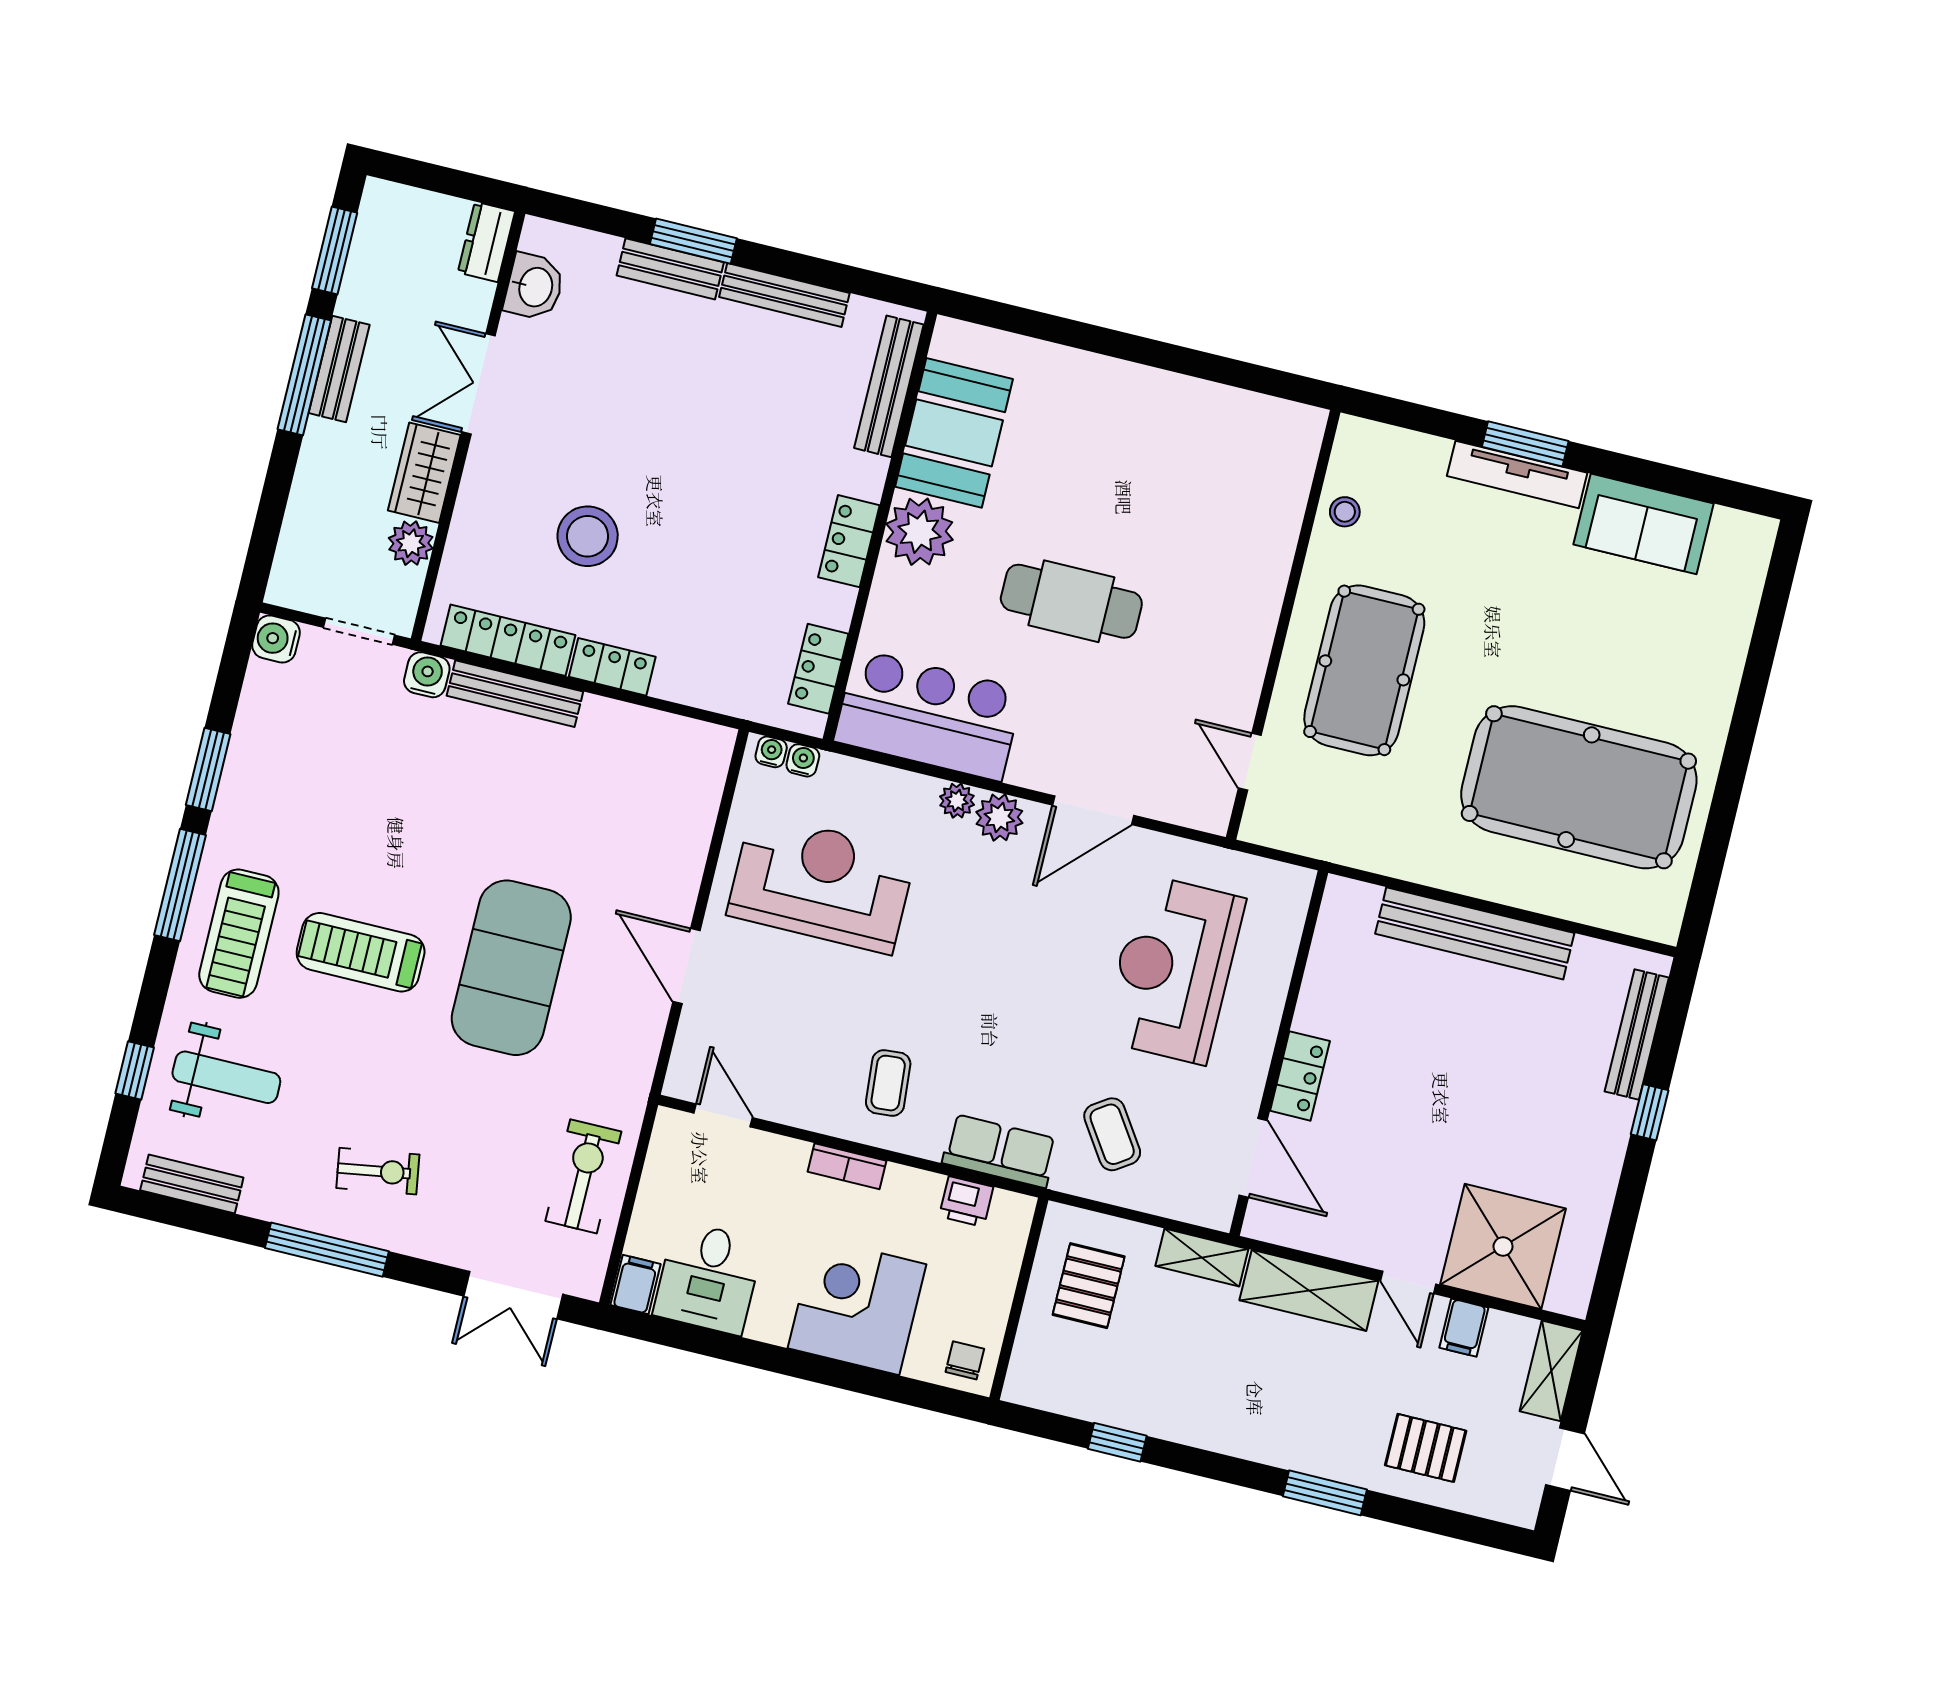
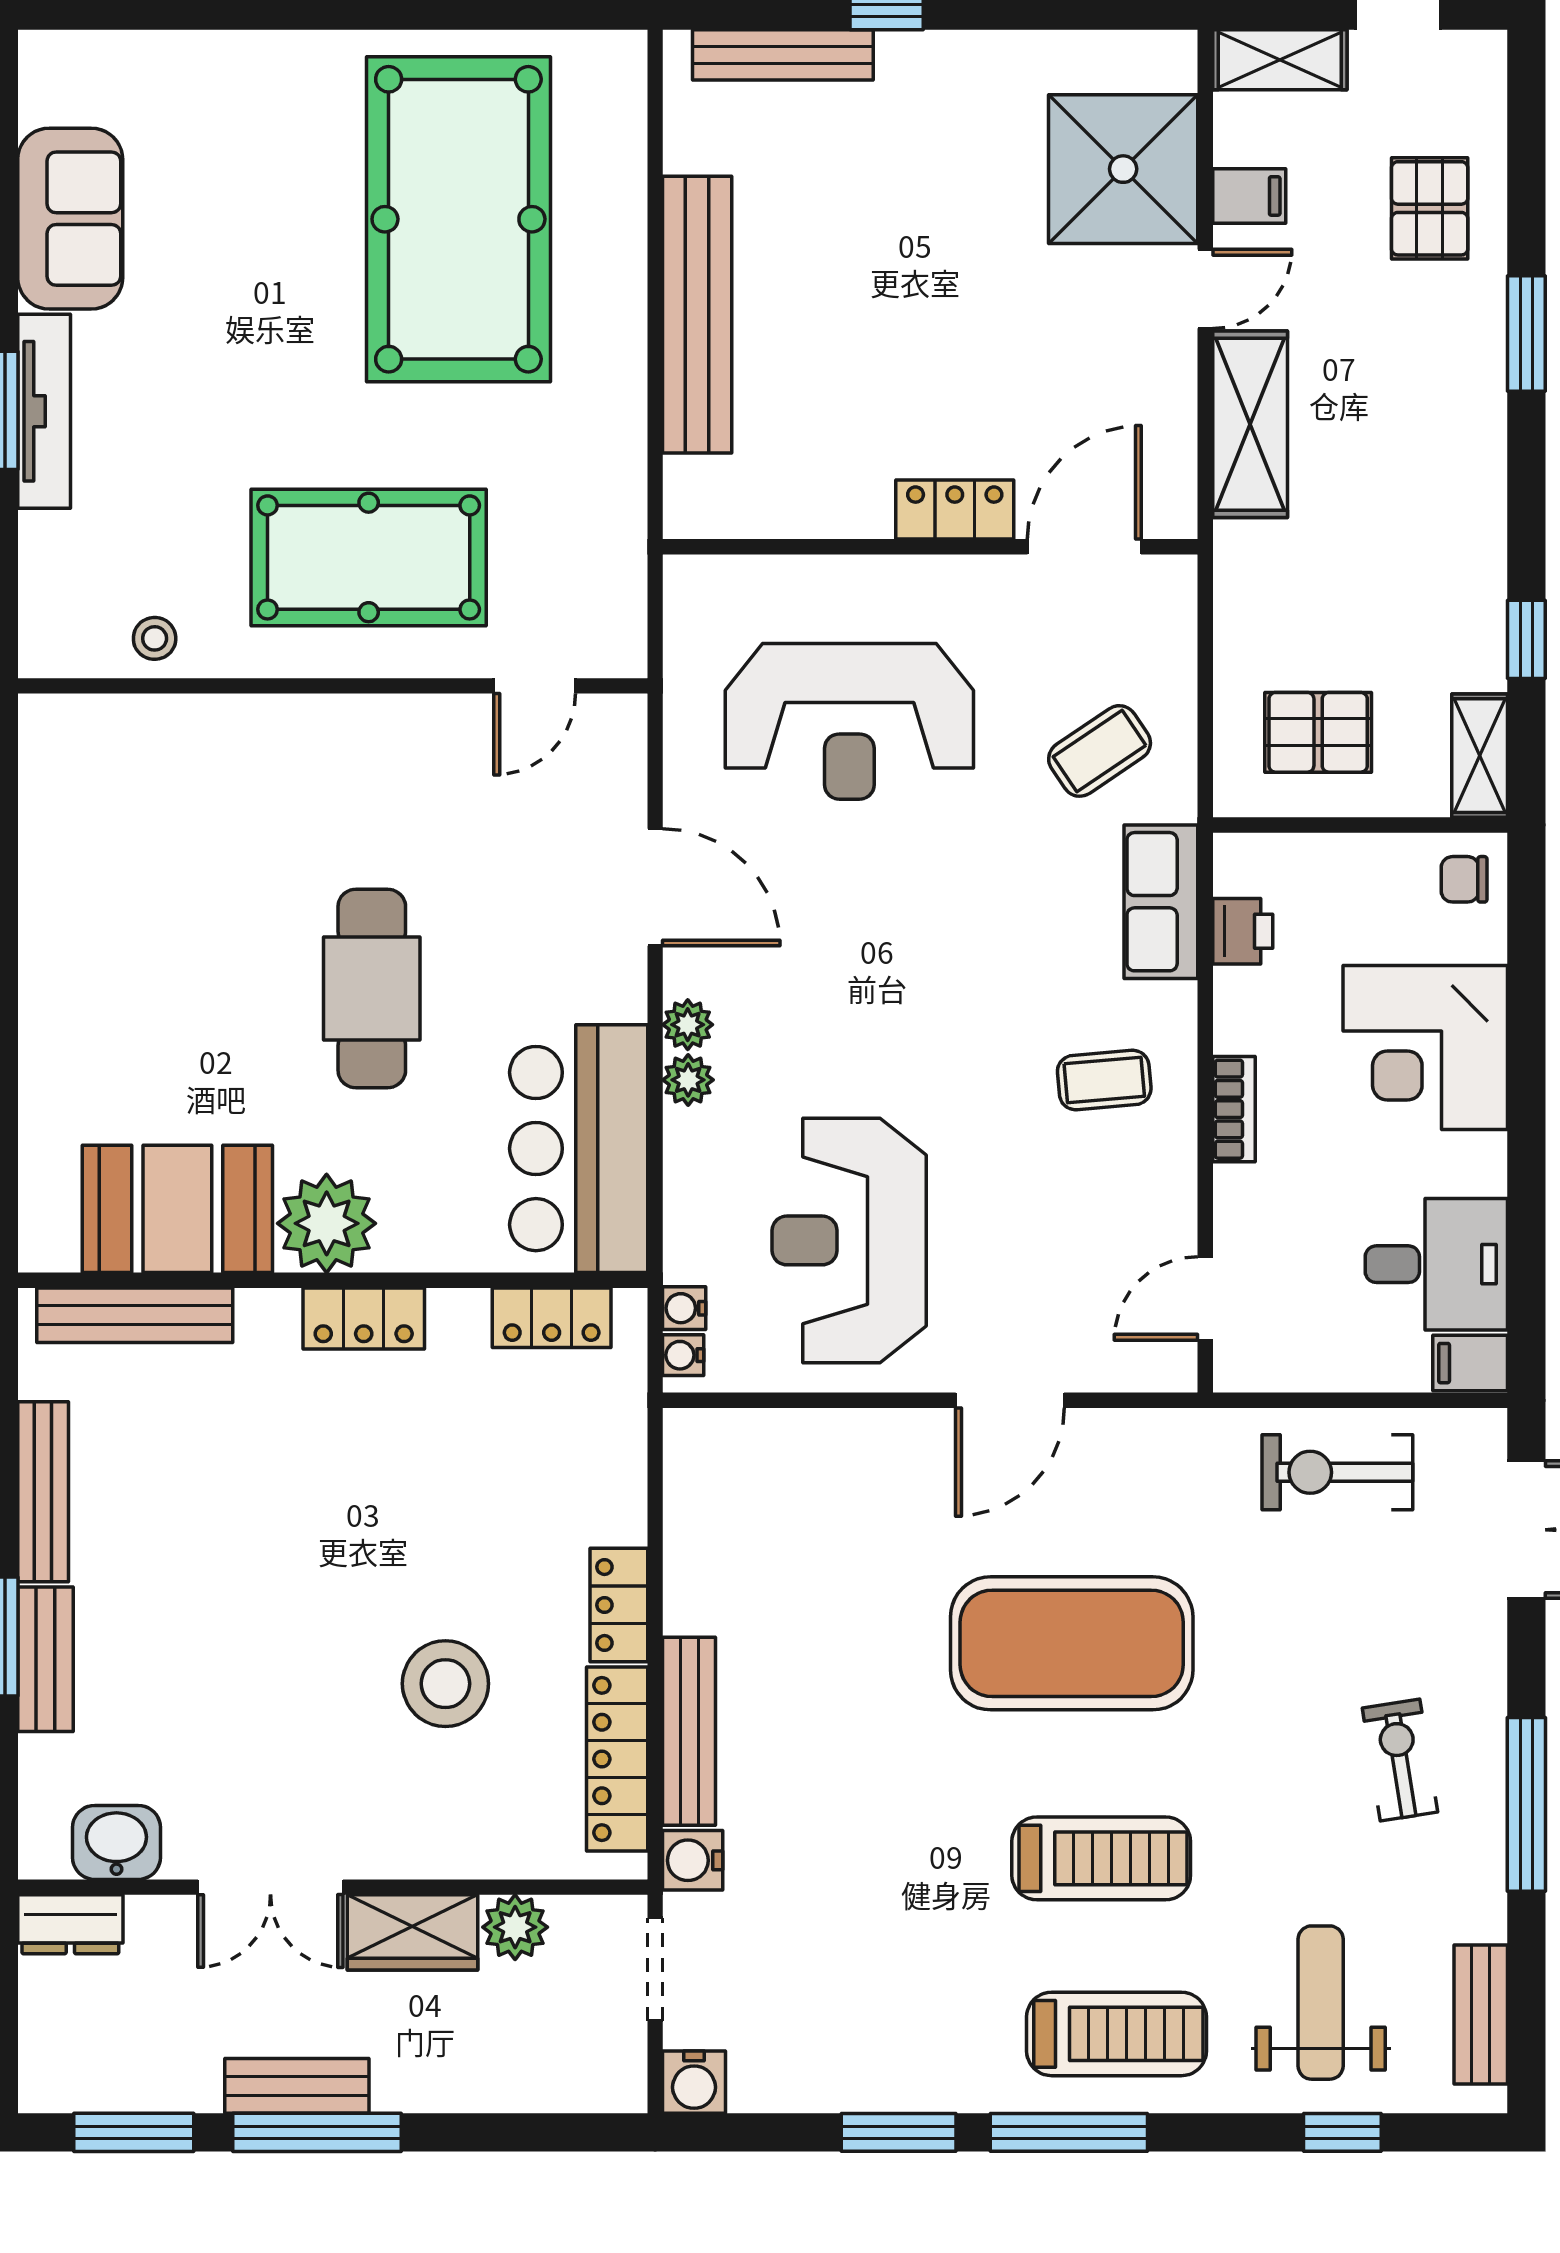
plant: (999, 817) -> (688, 1025), width x0.73, depth x0.73
treadmill: (361, 952) -> (1101, 1858), turned -90
shelving: (1202, 1257) -> (1480, 756), moved

